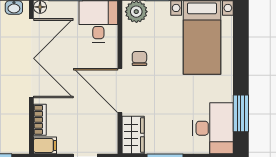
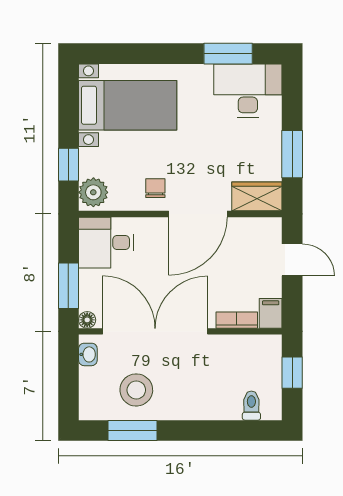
chair: (139, 58) -> (155, 188), turned 90

